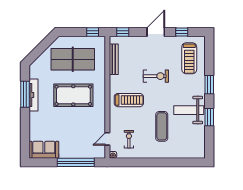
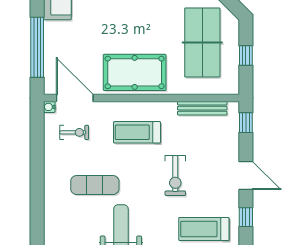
window: (93, 32) -> (246, 56), moved
pool table: (73, 95) -> (135, 72), moved, turned 90
treadmill: (129, 100) -> (137, 132), turned 90
door: (107, 139) -> (75, 98), width x1.88

